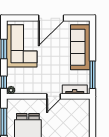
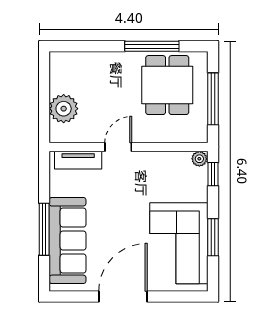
window: (92, 75) -> (44, 229), moved
plant: (82, 116) -> (64, 109), added

